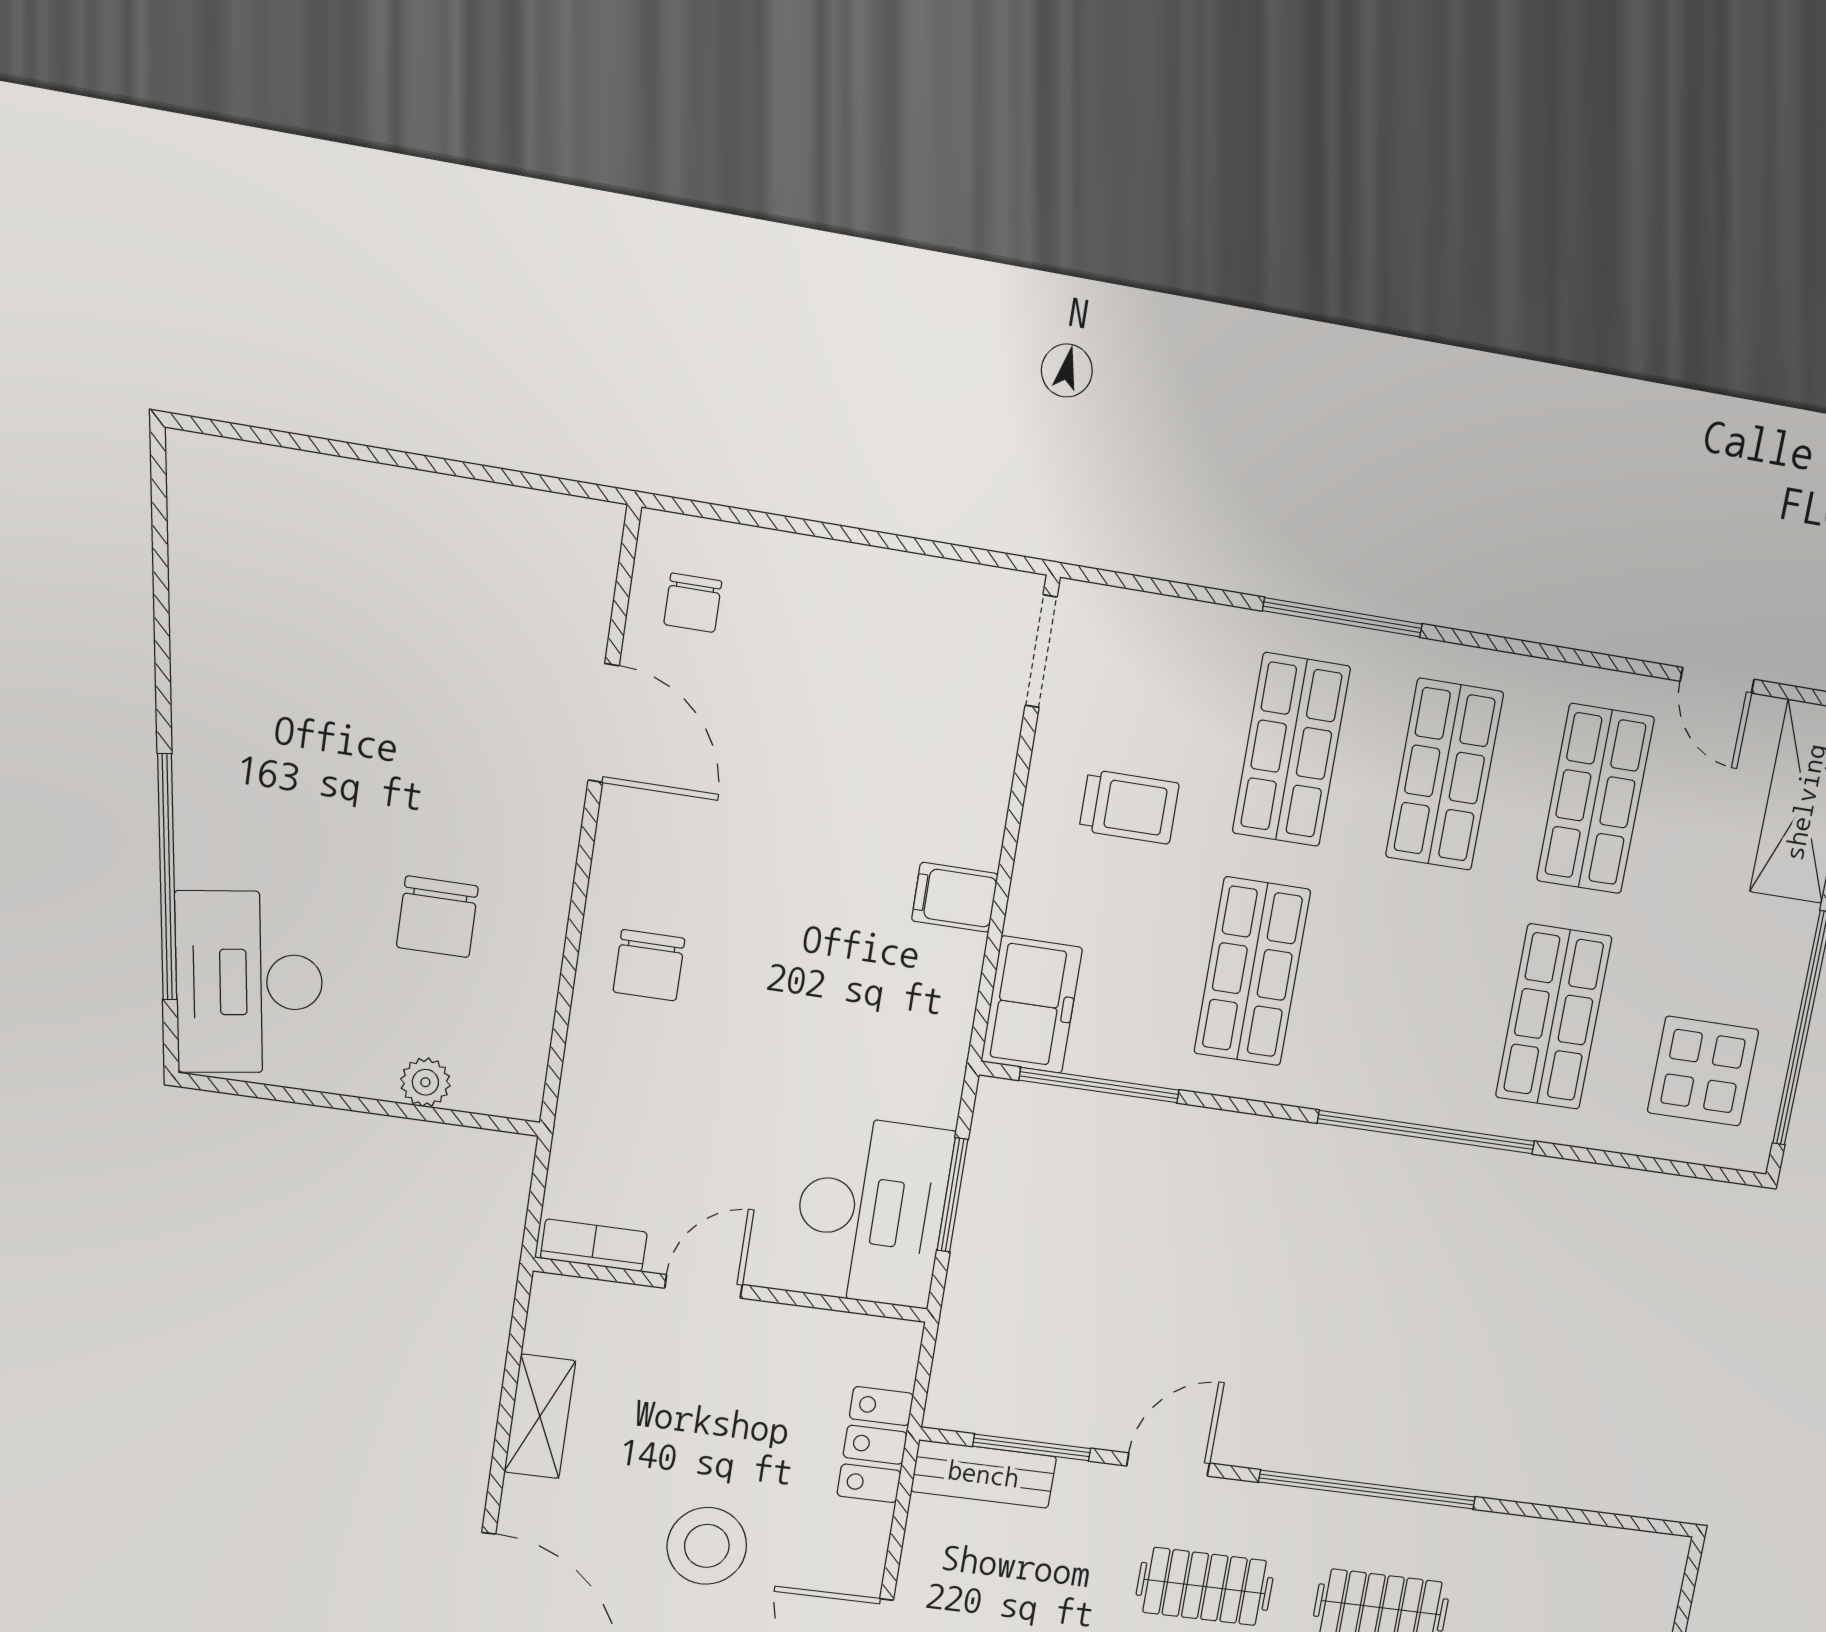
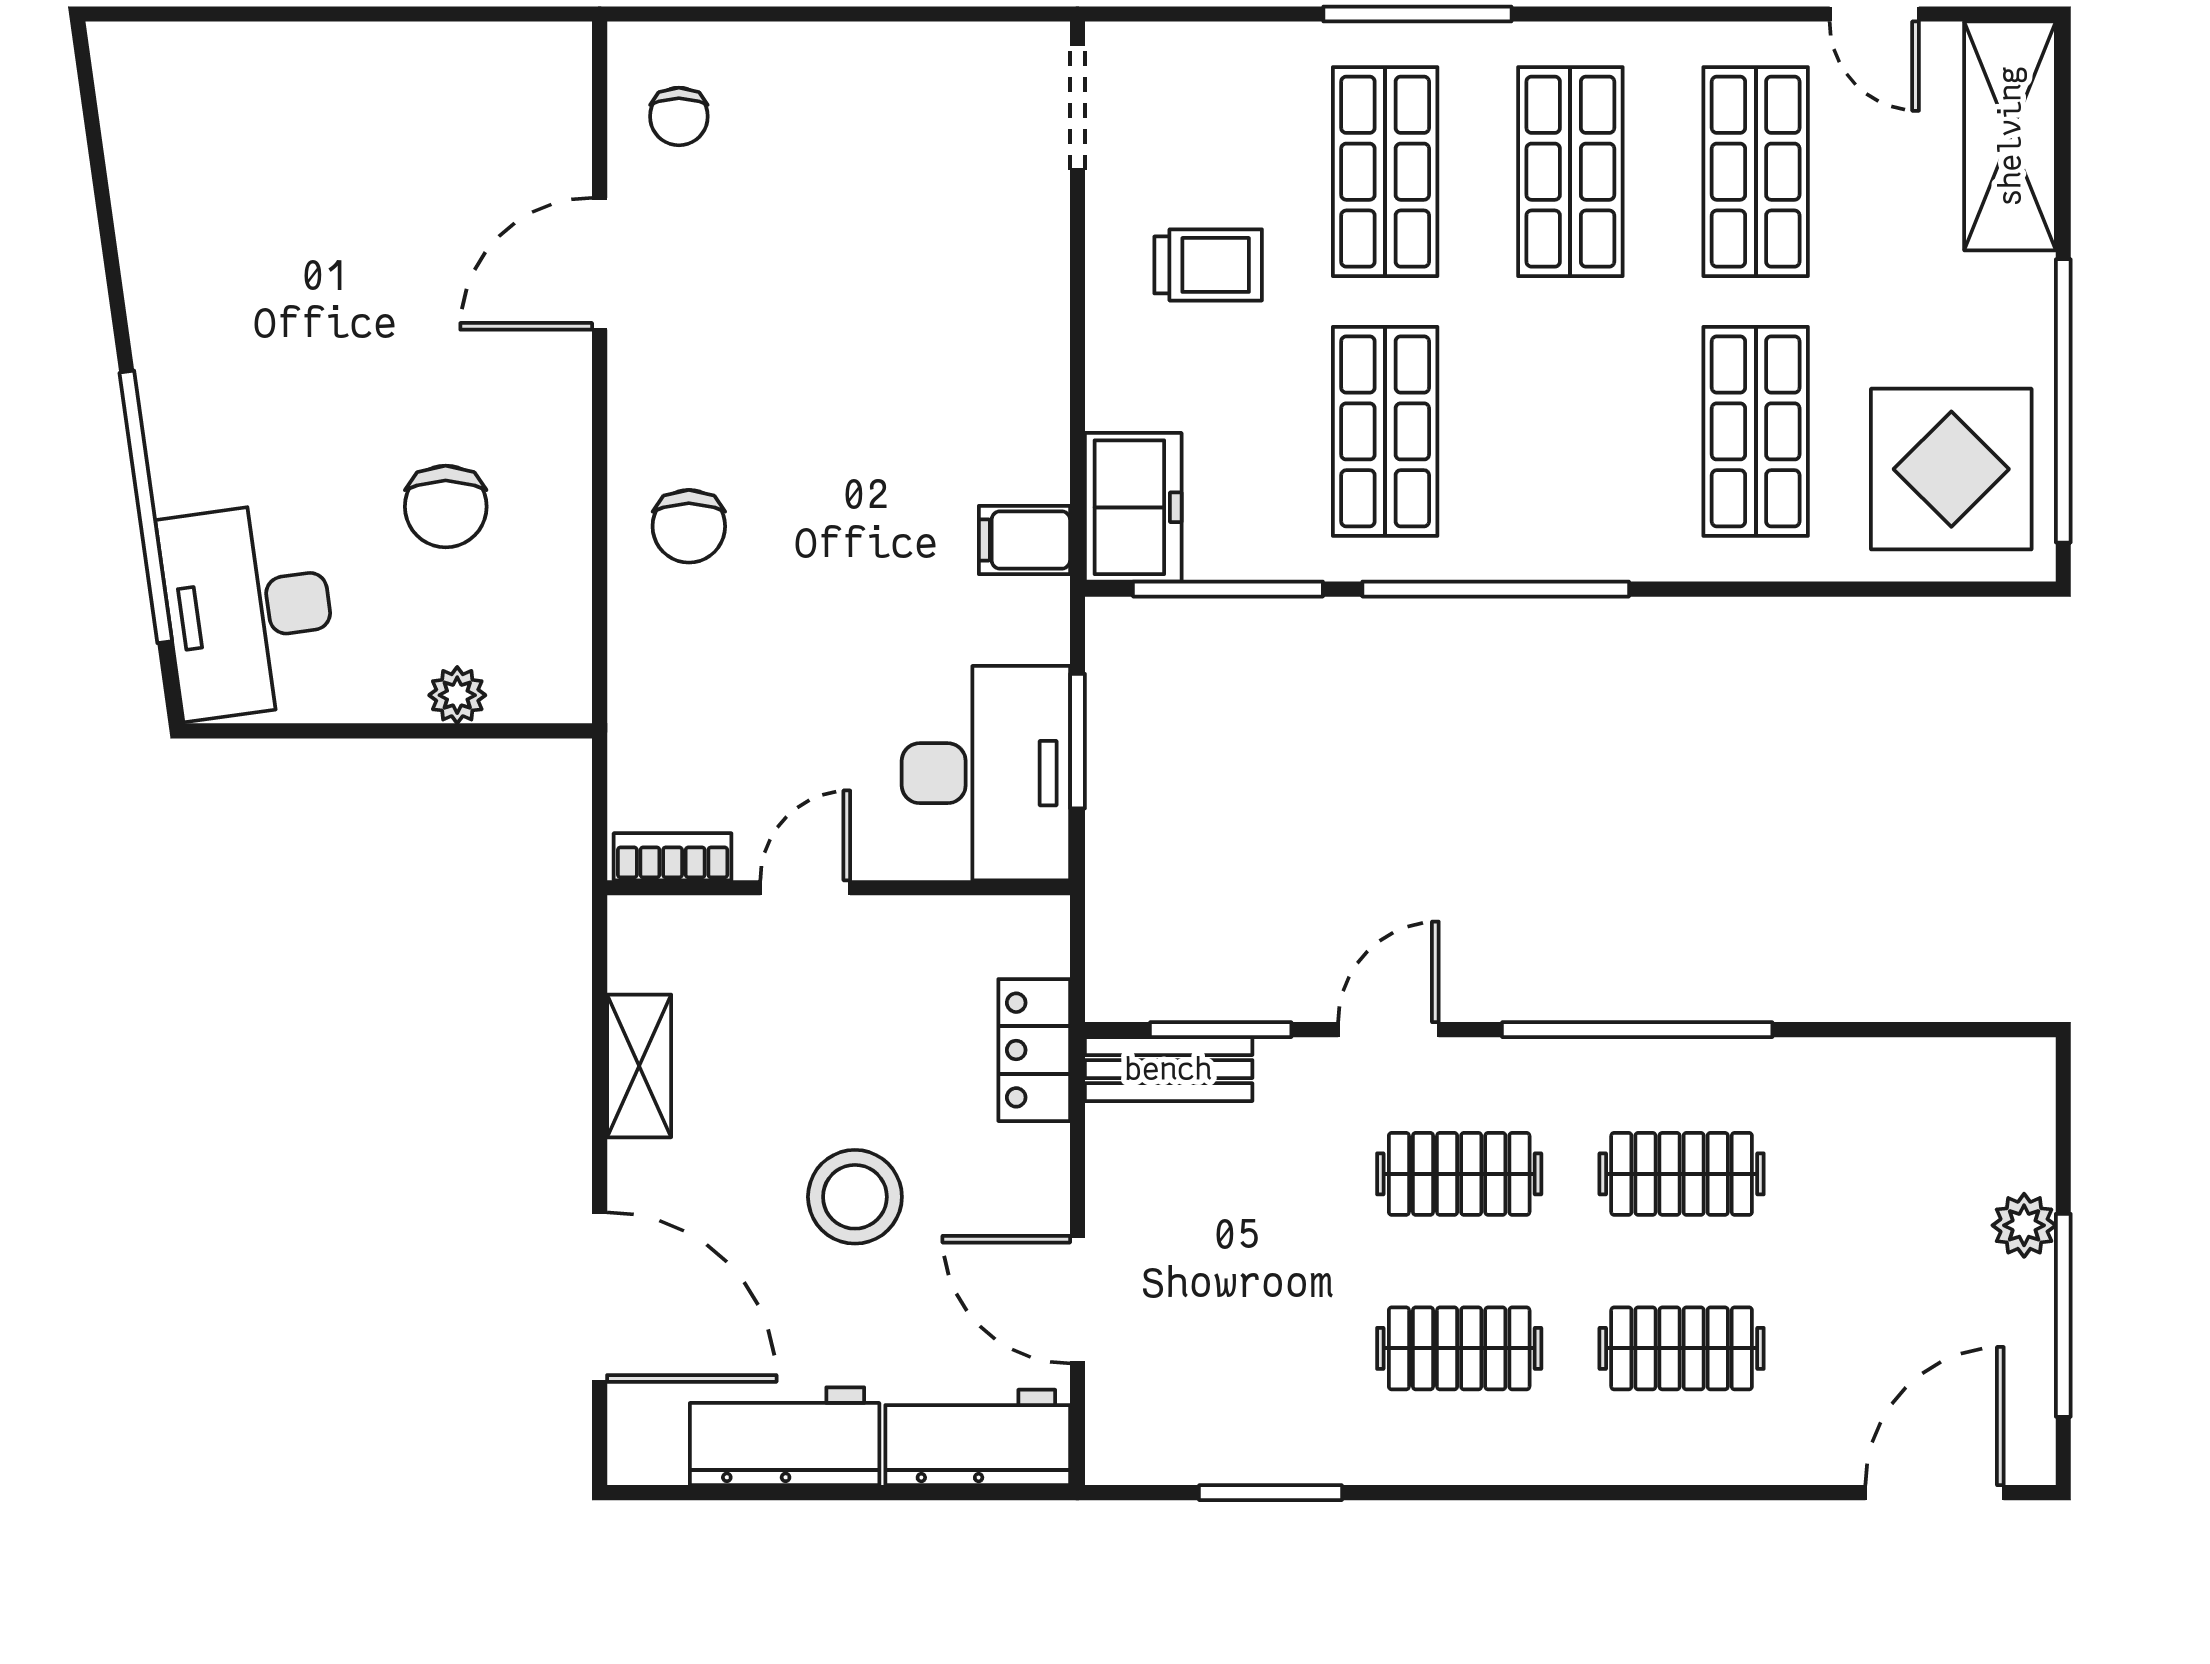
door: (604, 723) -> (600, 264), swing flipped
filing cabinet: (955, 897) -> (1024, 540), moved
display table: (1703, 1071) -> (1951, 469), width x1.36, depth x1.36
window: (1426, 1132) -> (1496, 589), moved

